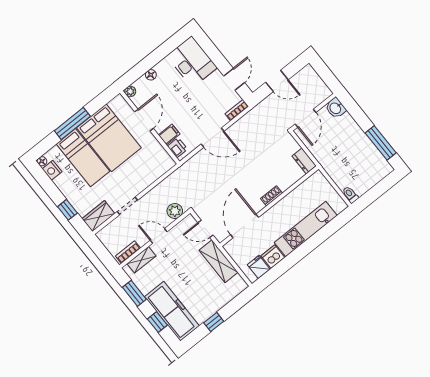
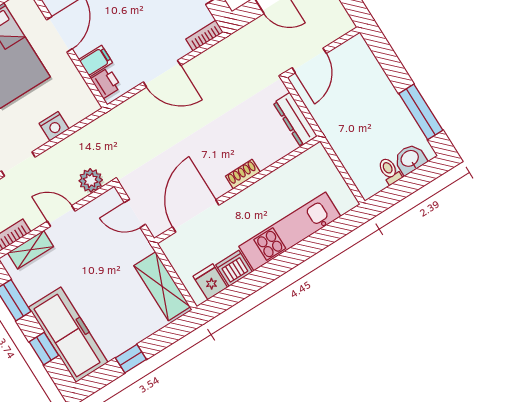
washbasin: (336, 108) -> (410, 159), moved, turned 90
dresser: (304, 161) -> (295, 119), width x1.44
nightstand: (147, 179) -> (54, 126), added
toilet: (350, 195) -> (390, 171), moved
shelving: (218, 261) -> (162, 286), moved

